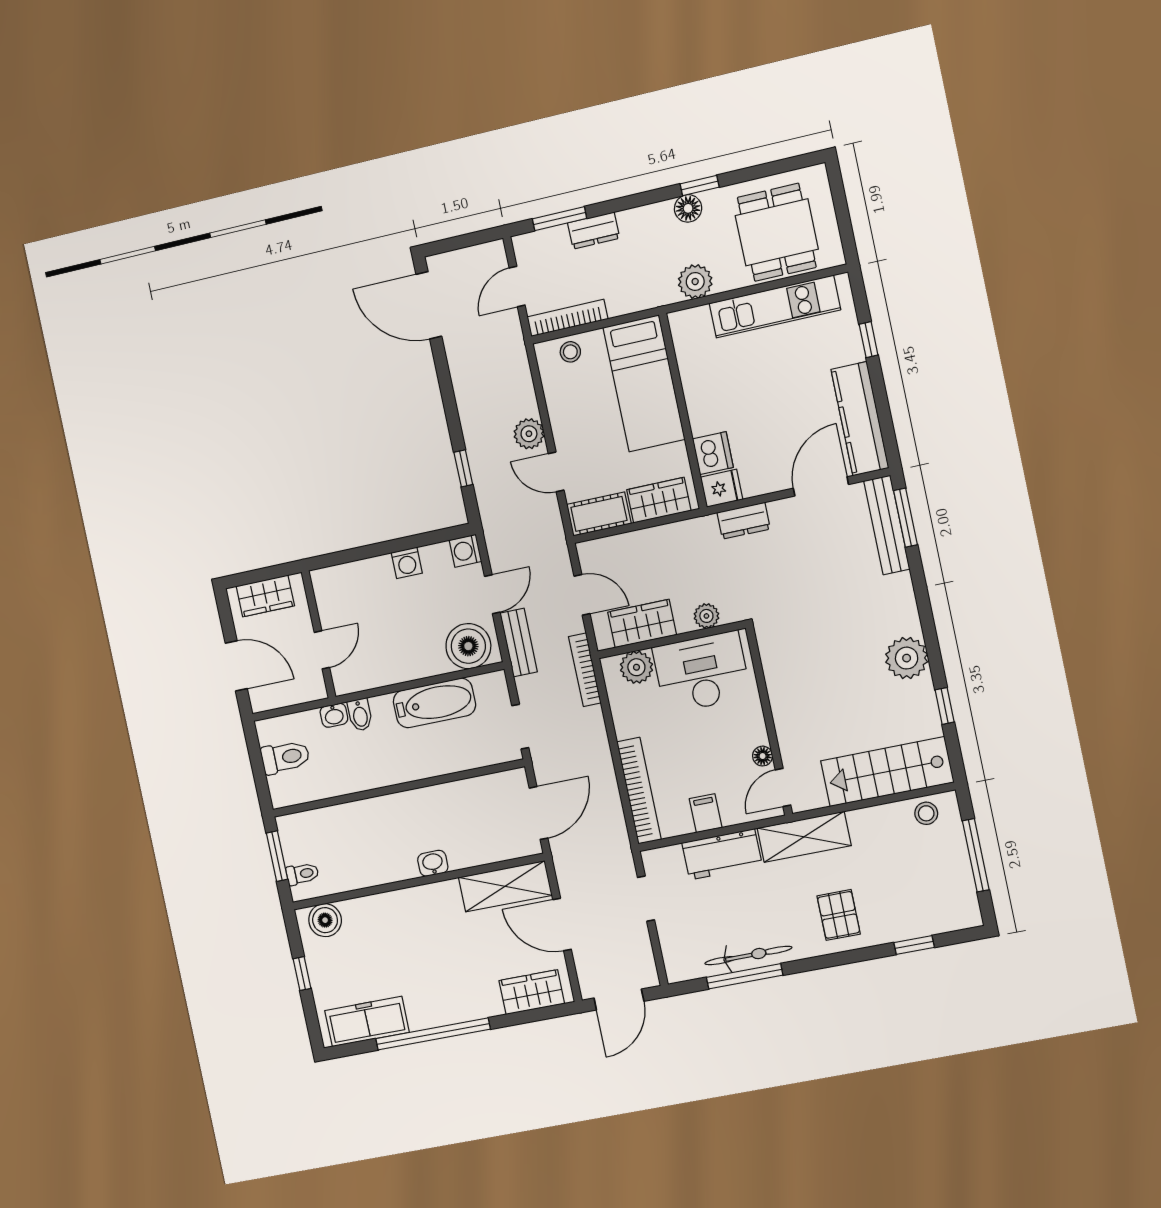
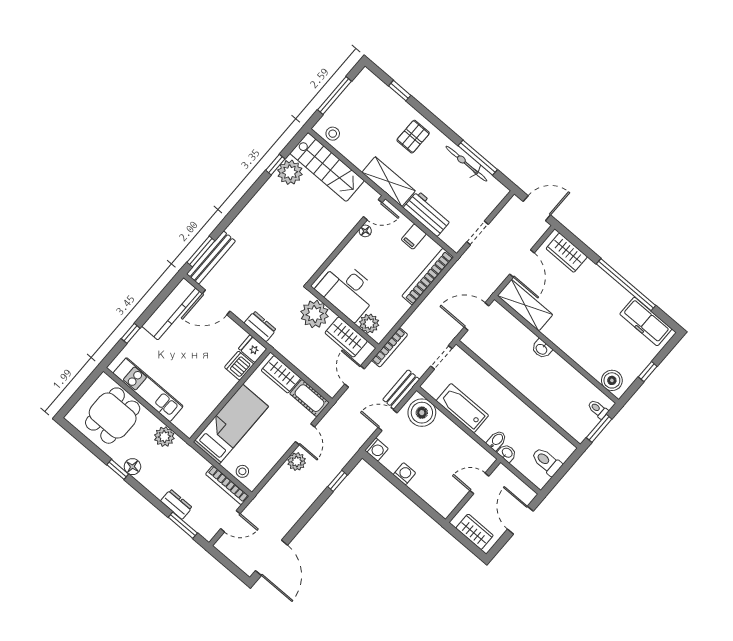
plant: (706, 616) -> (315, 314), width x1.87, depth x1.87
plant: (907, 658) -> (290, 172), moved

